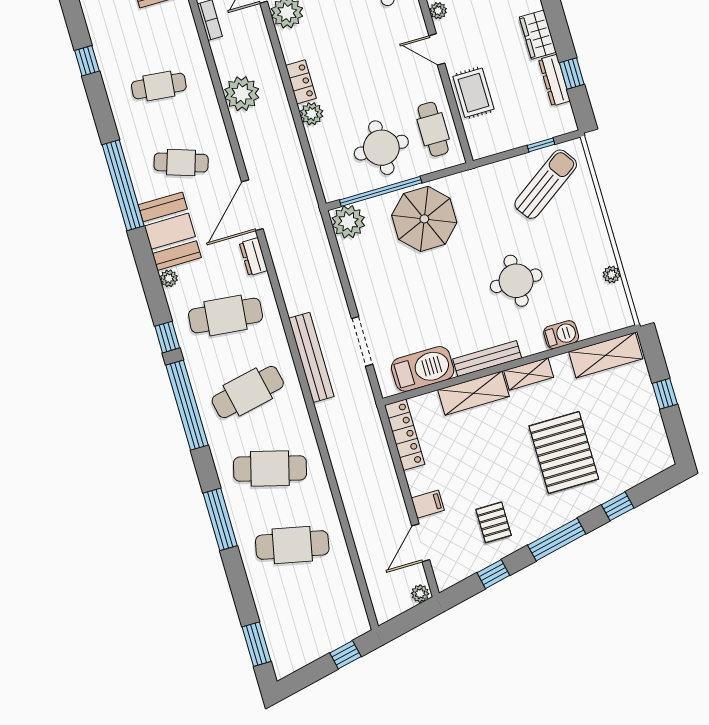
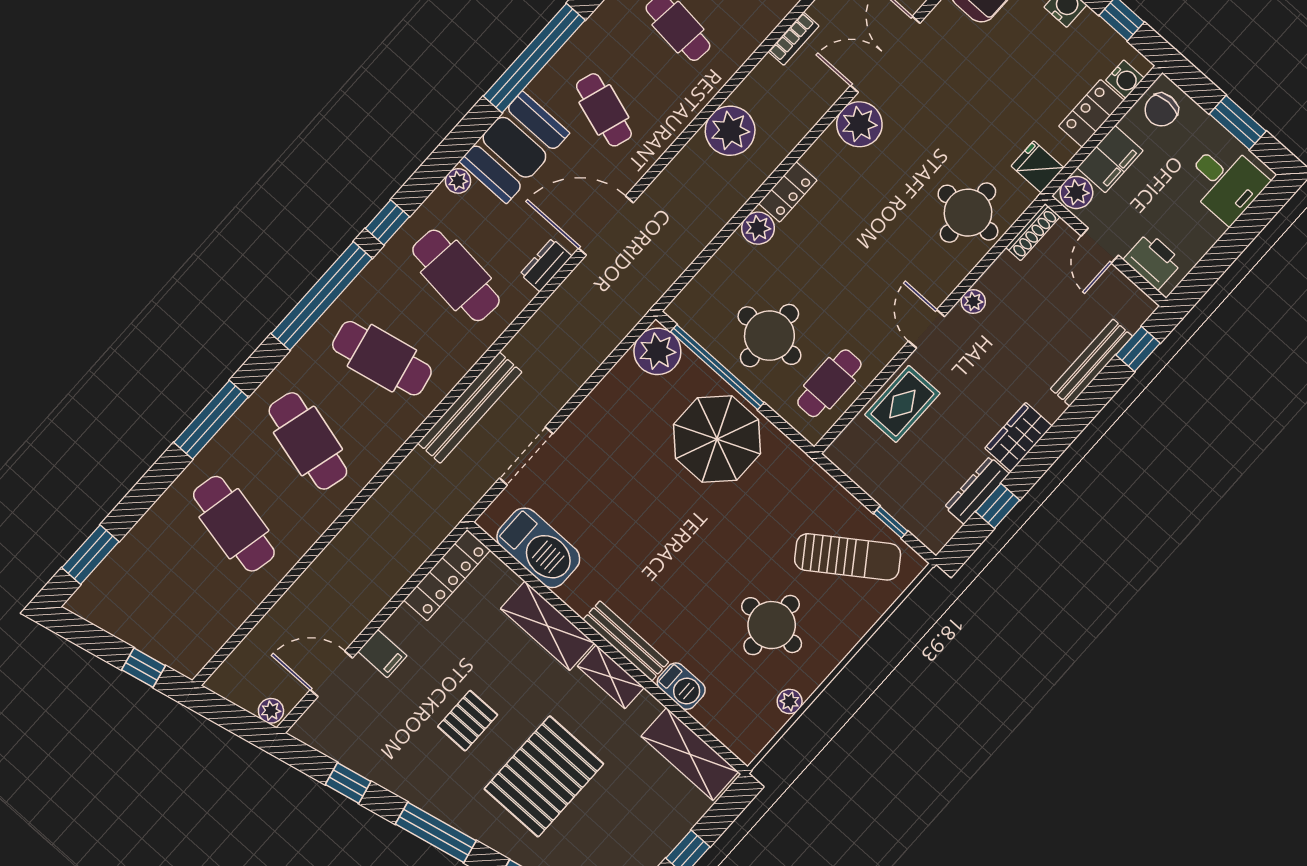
round table: (516, 281) -> (772, 625), moved
bench: (487, 359) -> (626, 641), moved
pallet: (494, 522) -> (468, 721), moved

